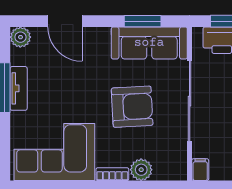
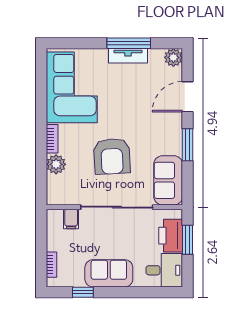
window: (143, 21) -> (188, 145), moved
sofa: (149, 43) -> (168, 180), width x0.73
filing cabinet: (200, 170) -> (71, 219), moved, turned 90

